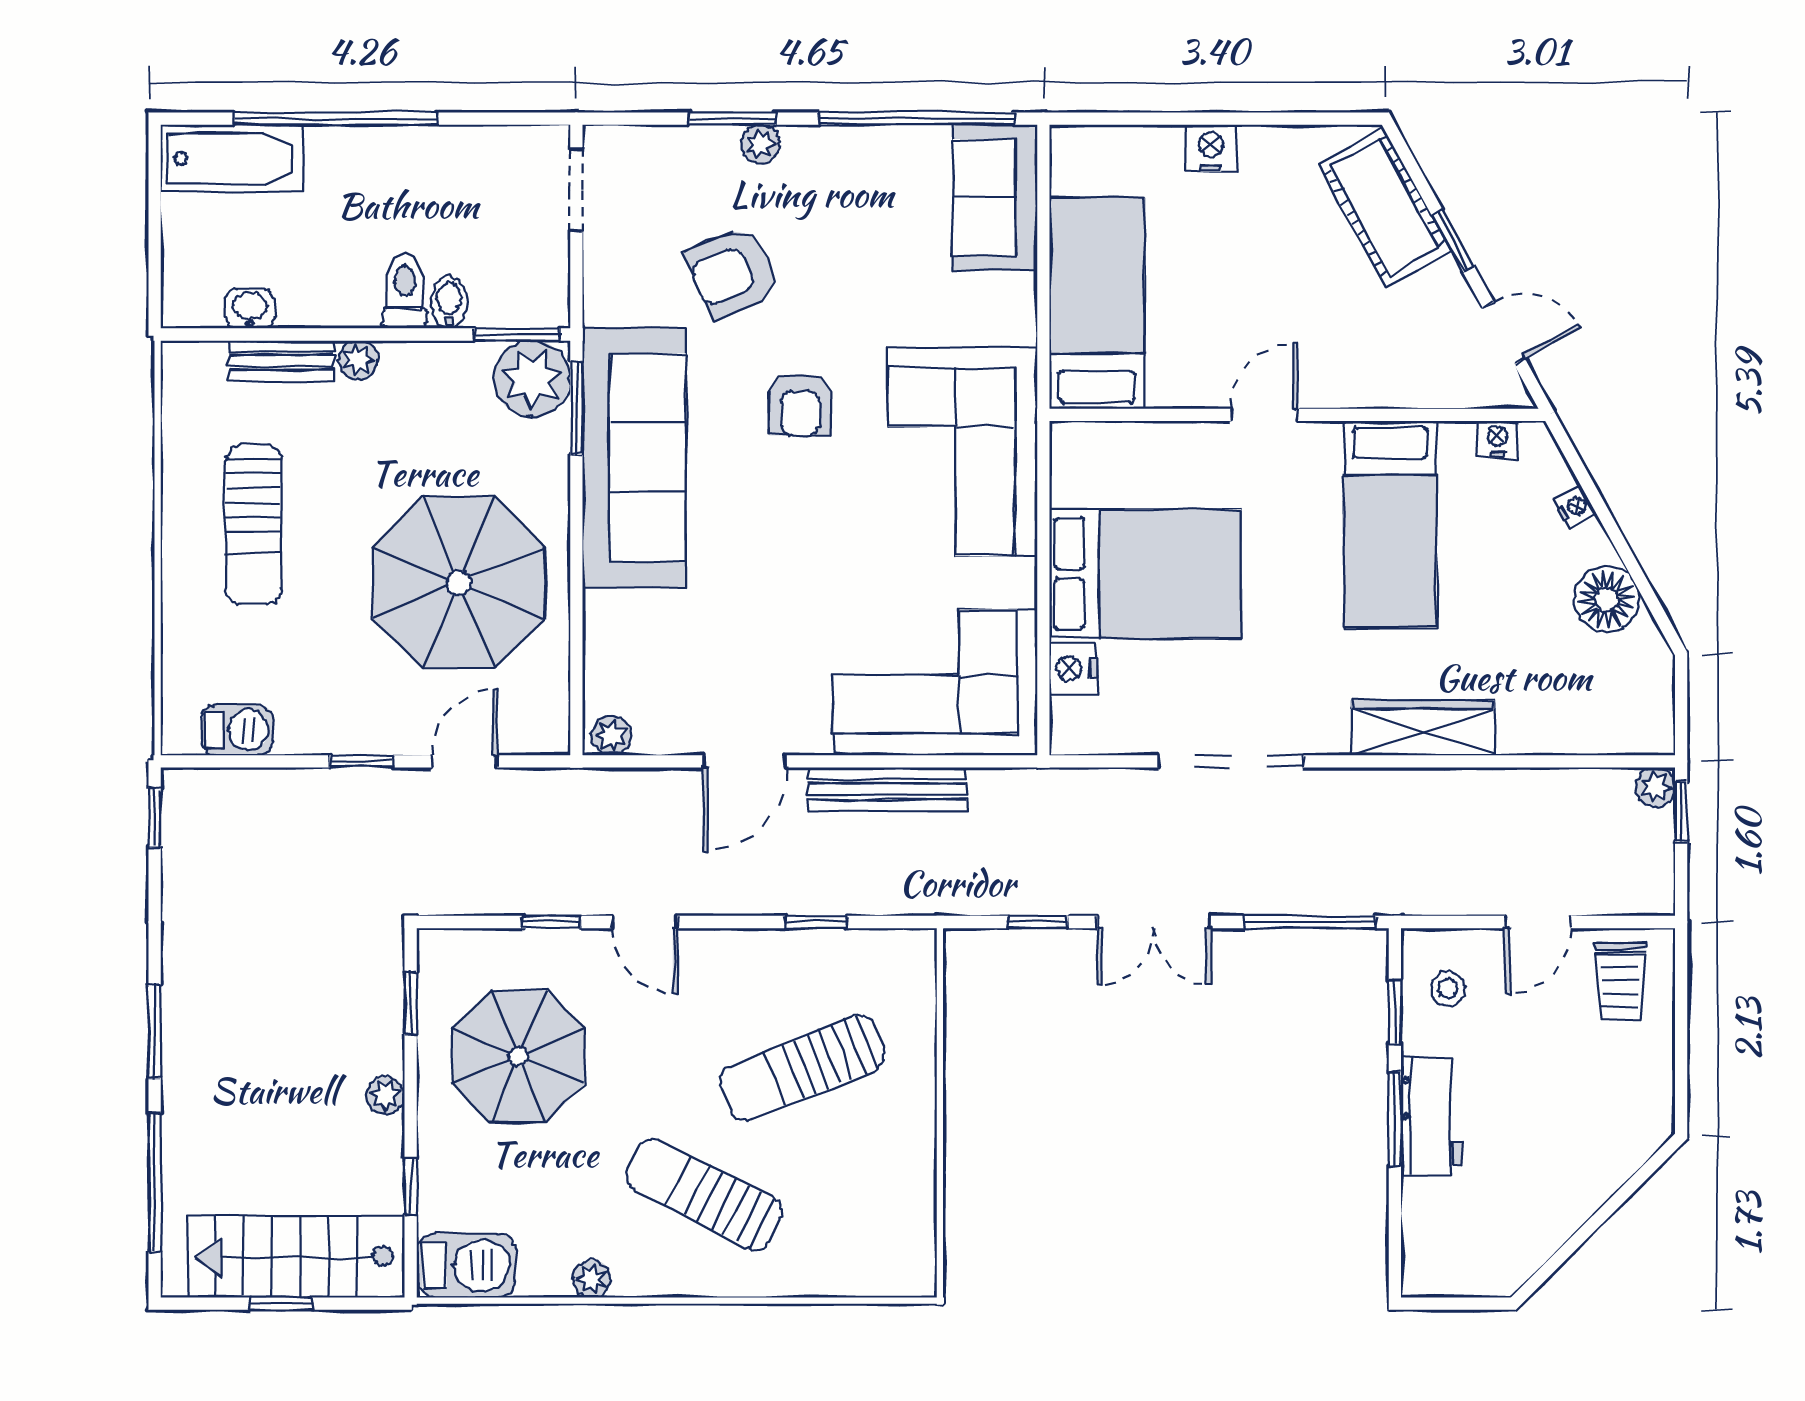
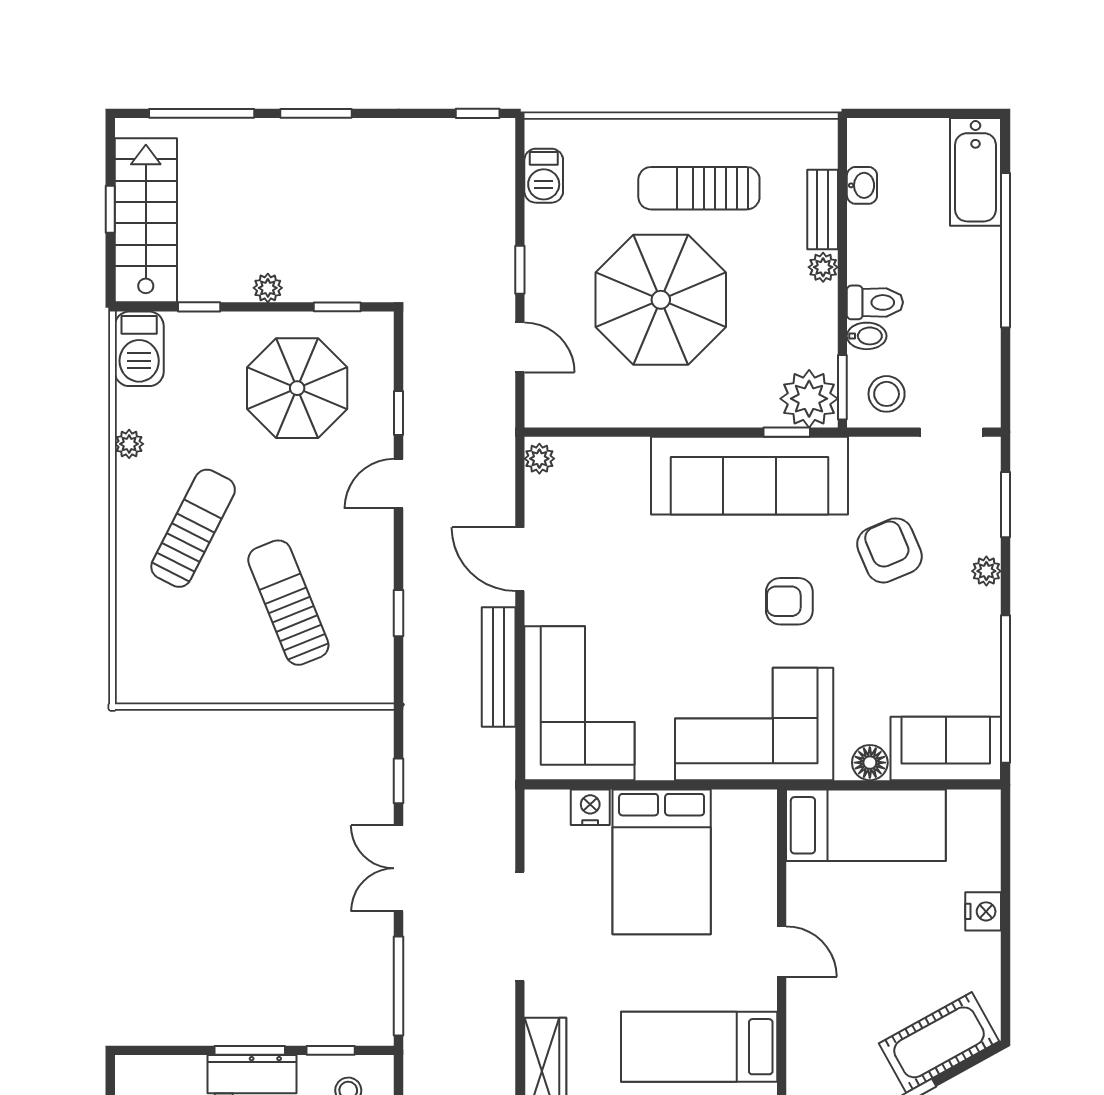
window: (733, 119) -> (1005, 505), moved
stool: (526, 276) -> (887, 394), added
floor lamp: (1014, 298) -> (870, 763), added
window: (576, 408) -> (787, 432), width x0.67
parasol: (459, 583) -> (661, 300), moved

